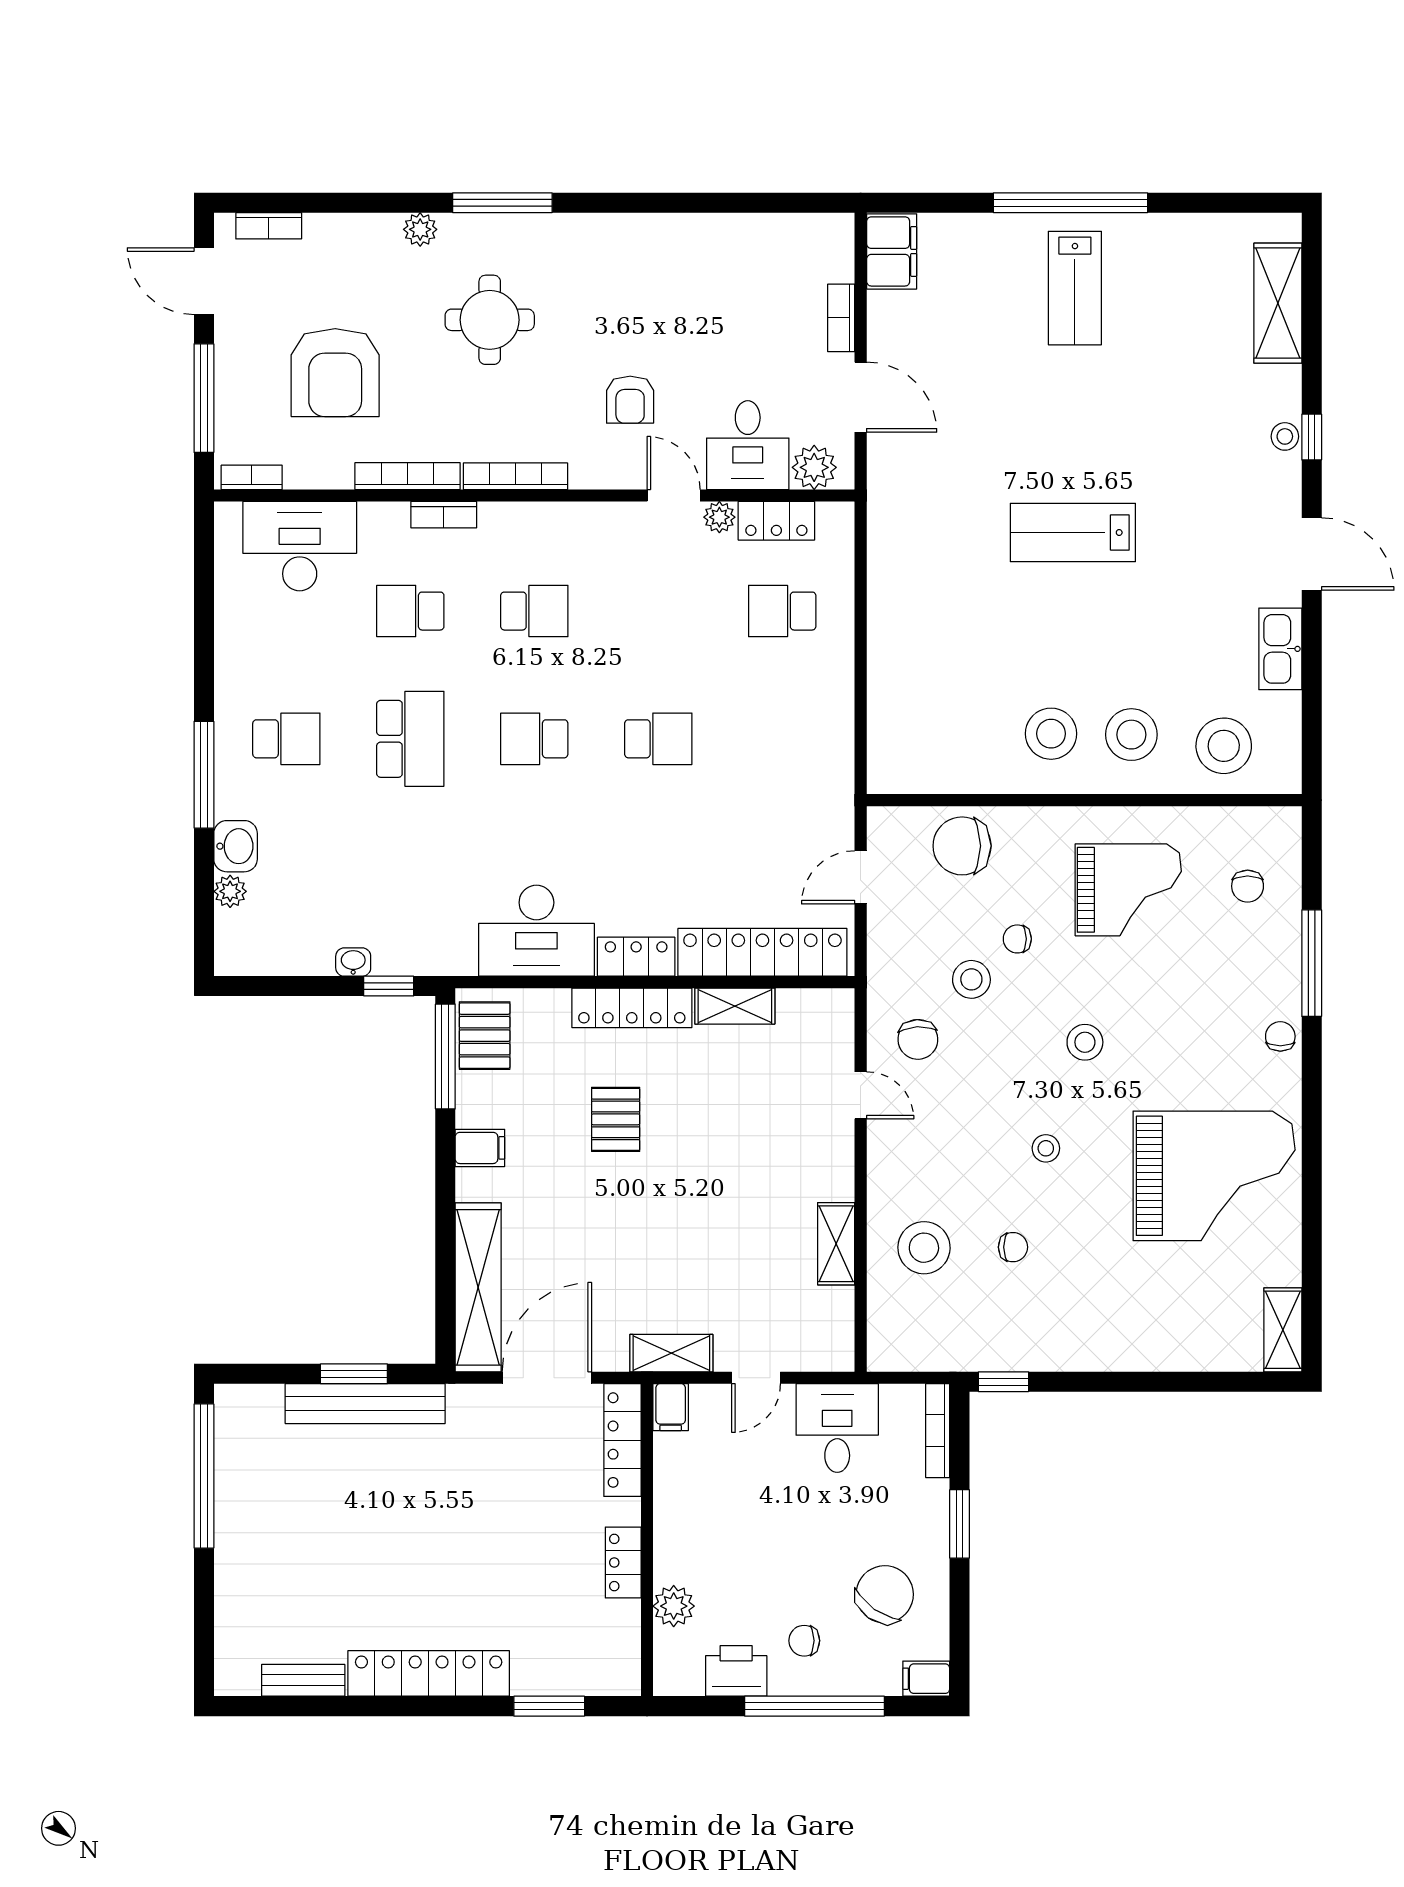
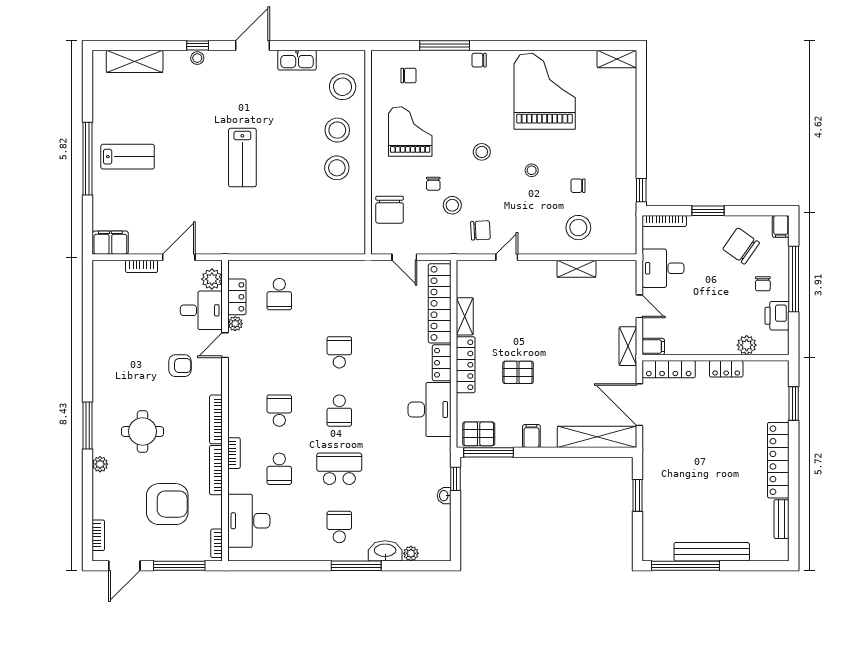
washbasin: (236, 846) -> (385, 551), width x1.38
chair: (1013, 1247) -> (578, 186), turned -90
bench: (365, 1404) -> (712, 552), moved, turned 90

